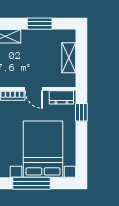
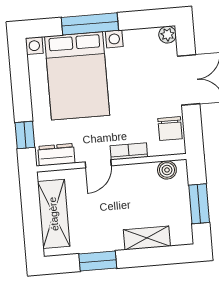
shelving: (69, 58) -> (54, 214), width x1.50, depth x1.33
door: (34, 89) -> (98, 164), swing flipped

